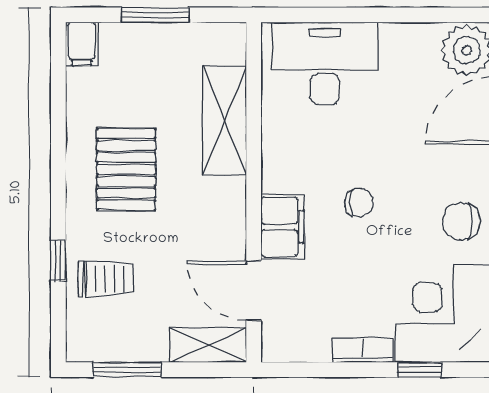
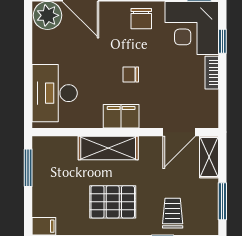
window: (155, 15) -> (28, 168), moved
shelving: (225, 121) -> (108, 148), moved
chair: (359, 202) -> (131, 74), turned -90
filing cabinet: (282, 227) -> (121, 116), moved

